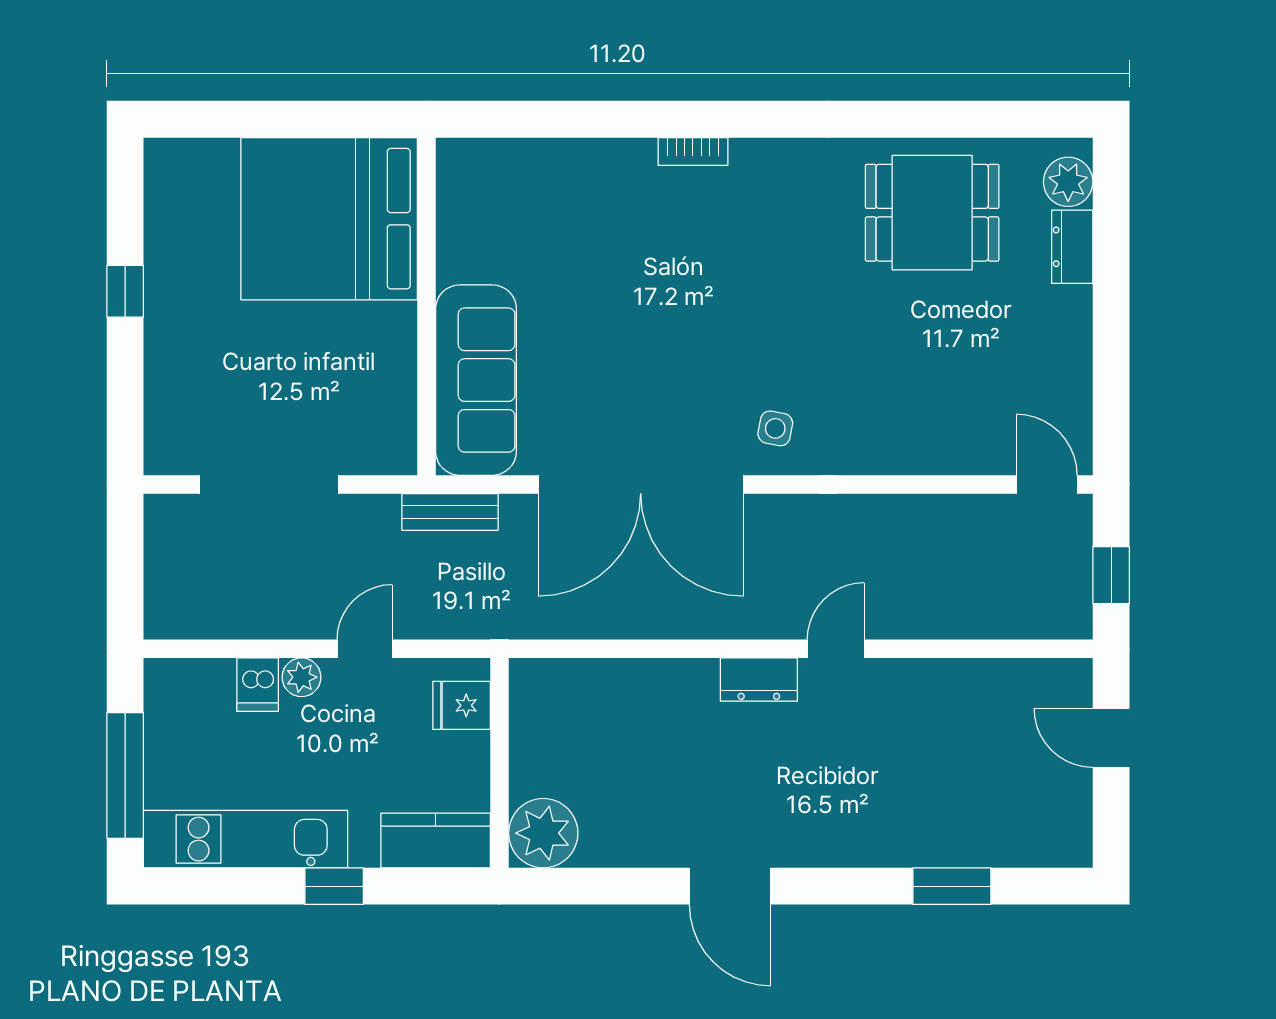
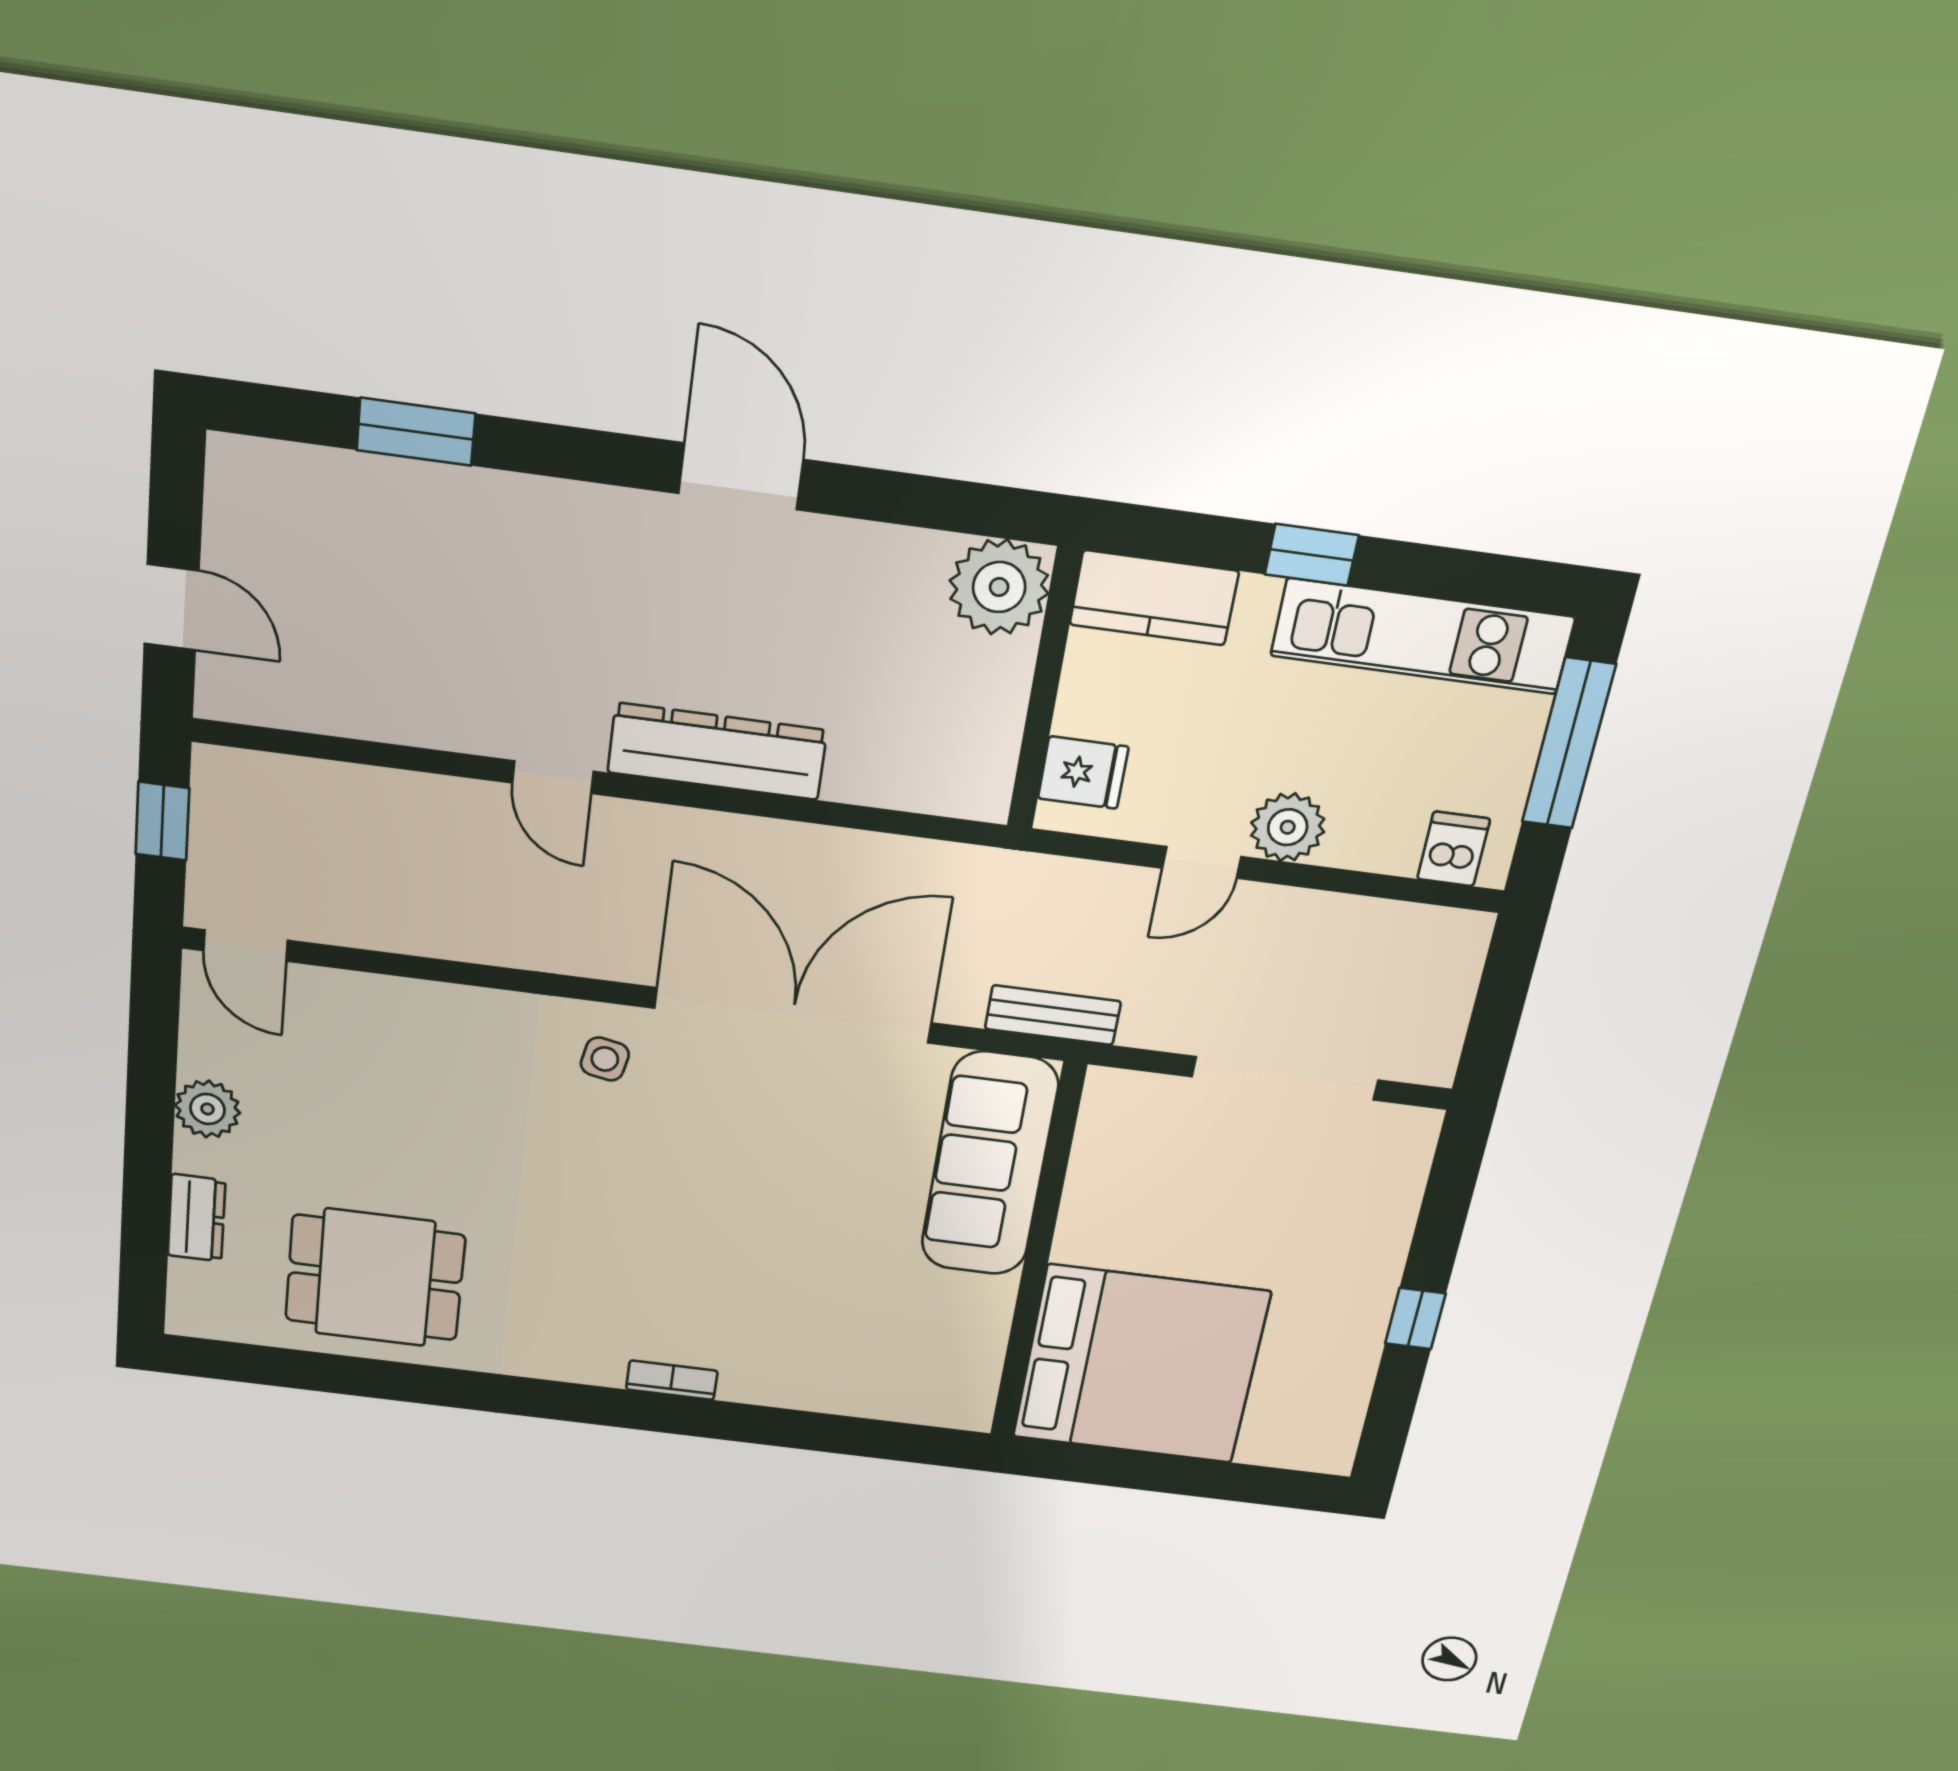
plant: (1068, 182) -> (207, 1109), moved
door: (836, 649) -> (553, 777), hinge flipped
plant: (302, 677) -> (1288, 827), width x1.38, depth x1.38
dresser: (759, 679) -> (717, 751), width x1.96, depth x1.24
dishwasher: (258, 685) -> (1454, 849), moved

